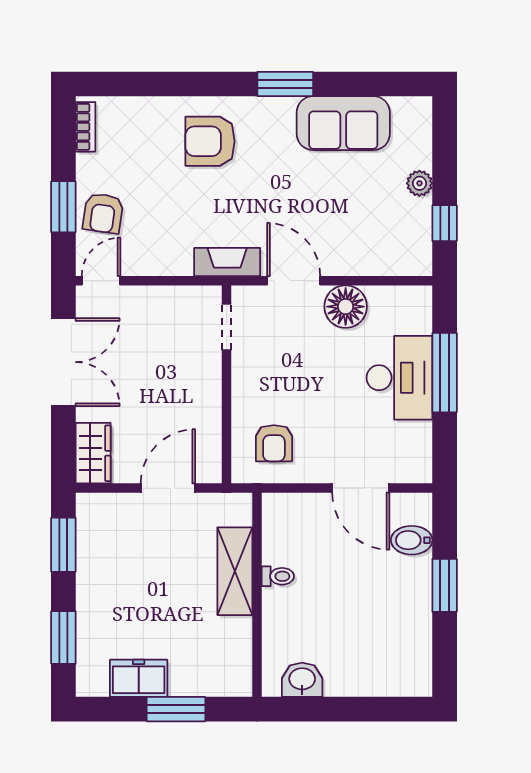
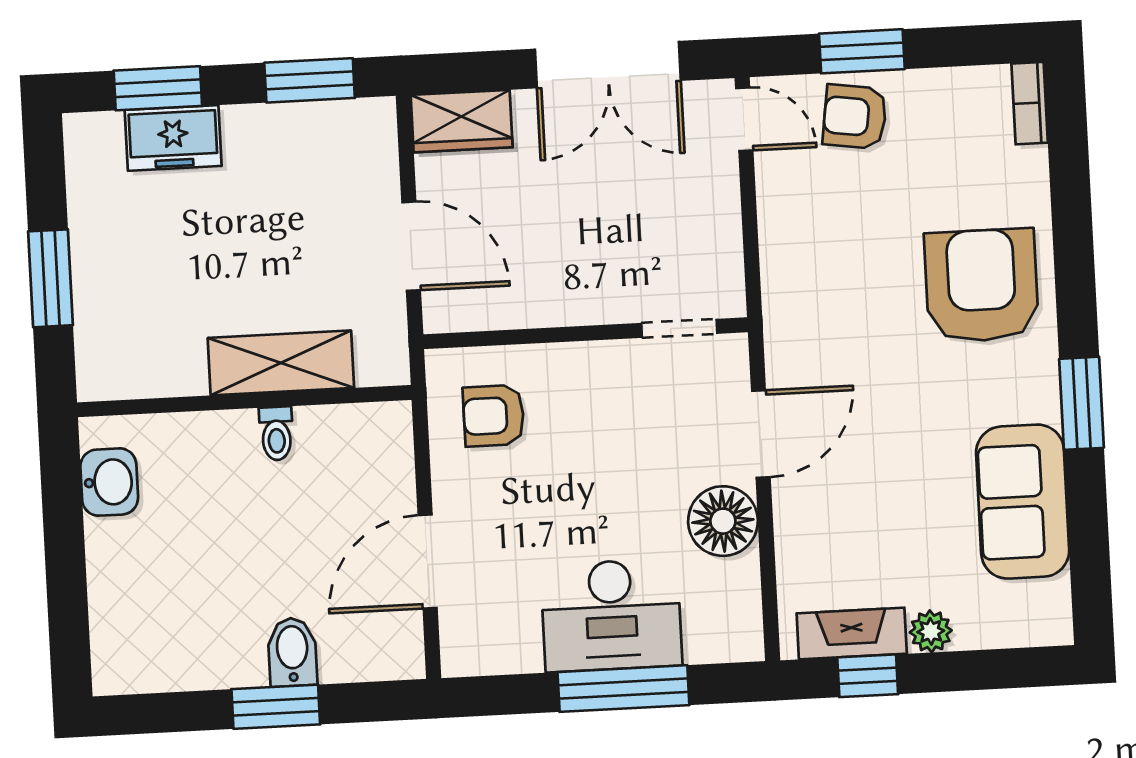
bookcase: (85, 127) -> (1030, 103), moved, turned 90
armchair: (210, 141) -> (982, 285), width x1.36, depth x1.36
fireplace: (227, 262) -> (852, 633), moved, turned -90
bidet: (412, 540) -> (292, 652), moved
freezer: (139, 678) -> (173, 138), moved, turned 90

